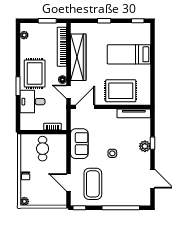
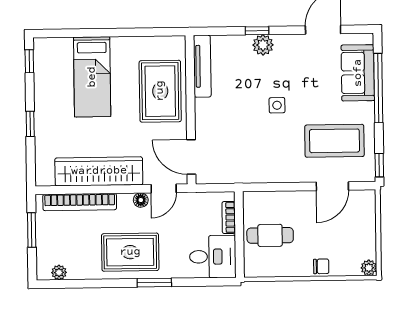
desk: (32, 102) -> (213, 257), moved, turned -90
sofa: (79, 144) -> (358, 73), moved, turned -90

